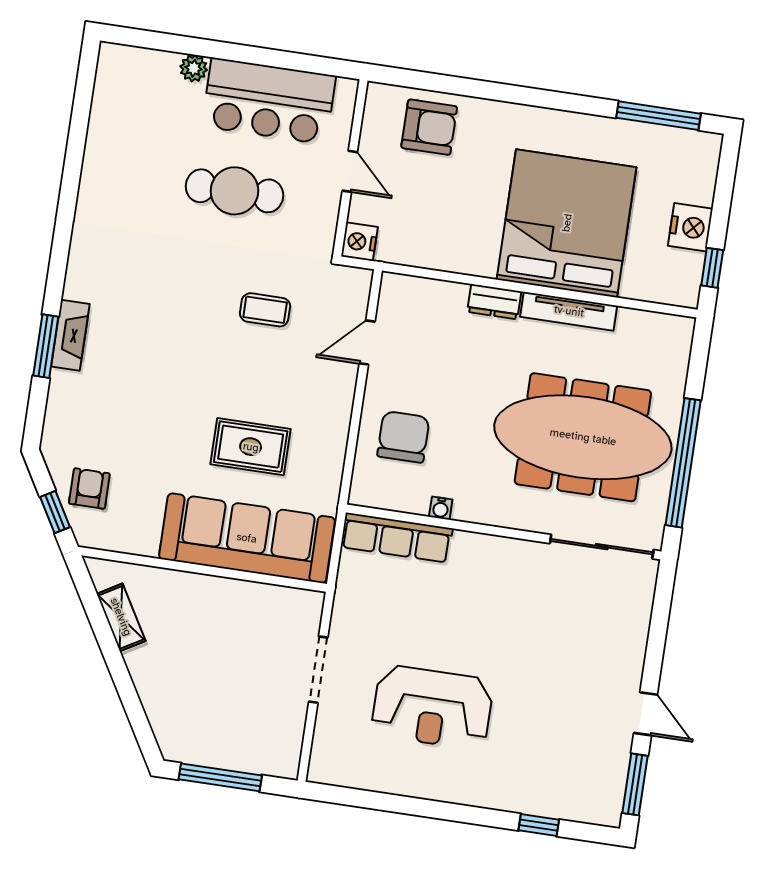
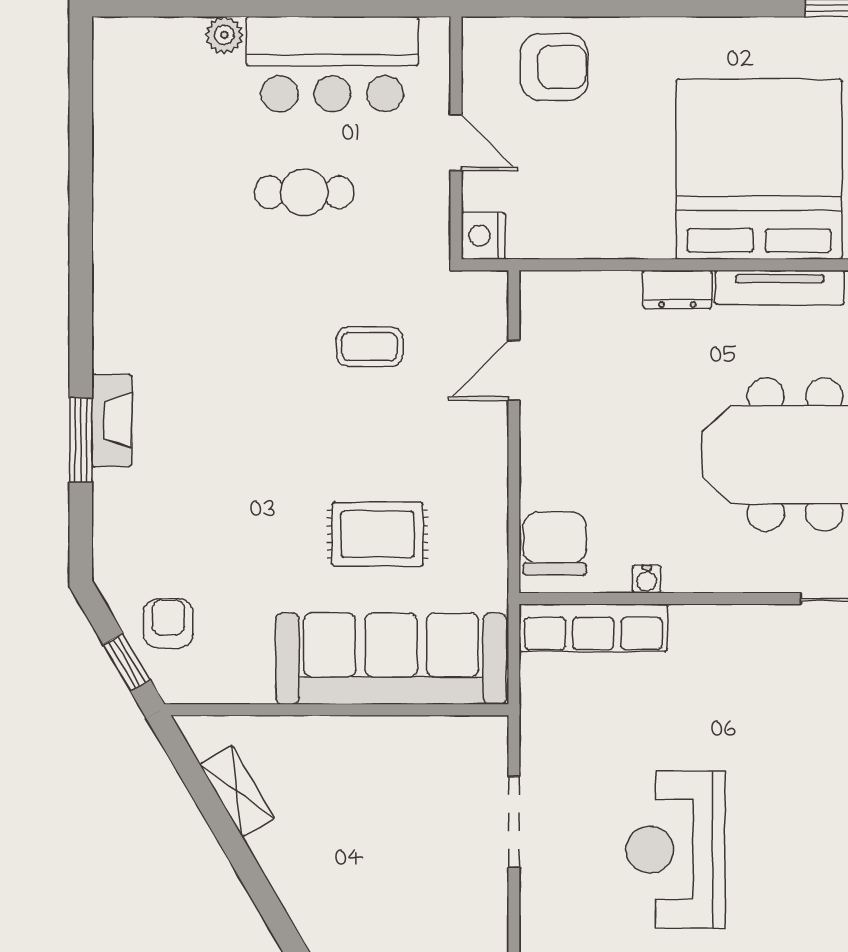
cafe table: (234, 191) -> (304, 192), width x0.73, depth x0.74
chair: (403, 437) -> (555, 543), moved
reception desk: (432, 707) -> (675, 850), turned 90

